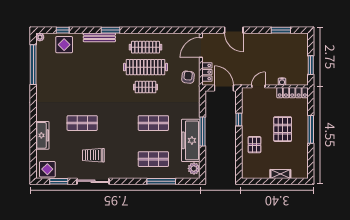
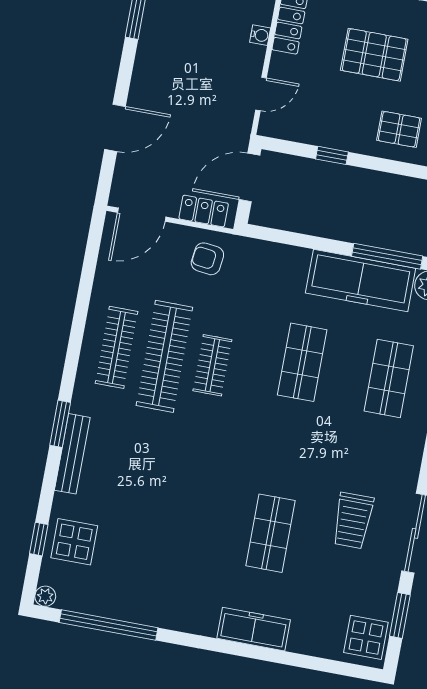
door: (201, 47) -> (142, 215), hinge flipped
door: (258, 86) -> (261, 94), swing flipped
window: (202, 131) -> (387, 256), moved
freezer: (42, 135) -> (254, 629), moved

